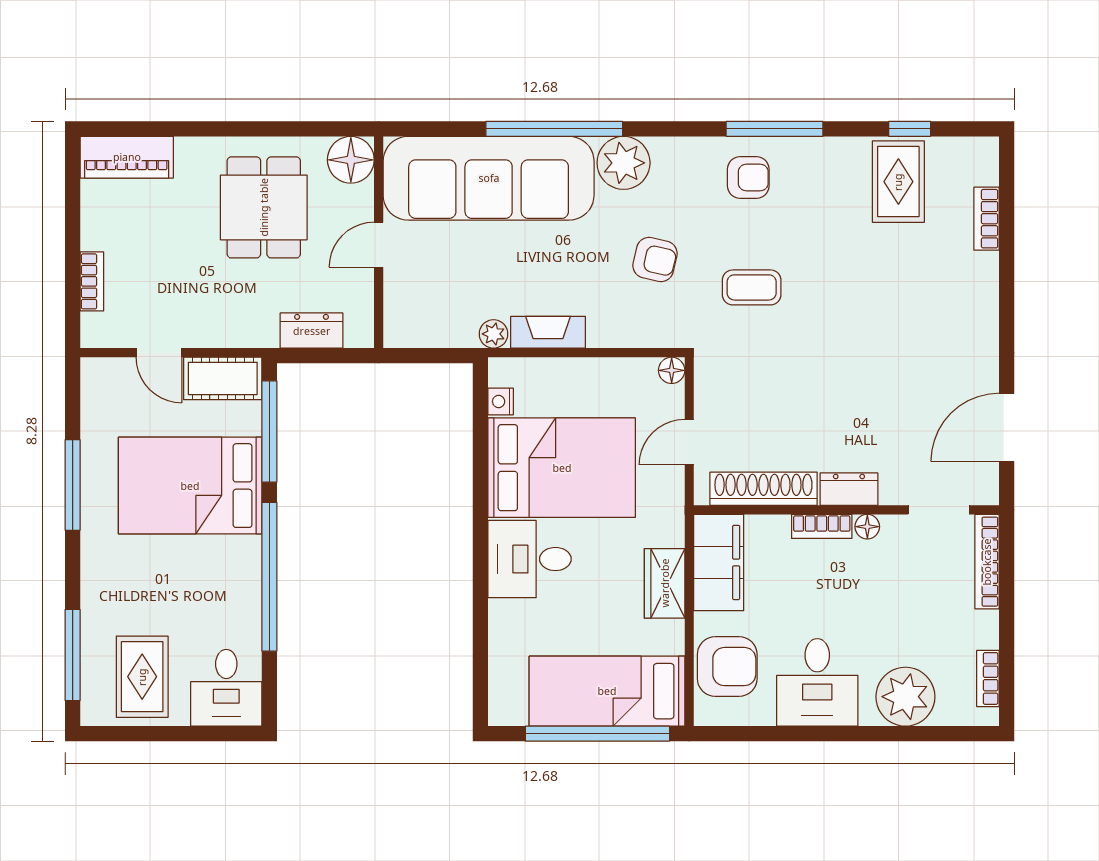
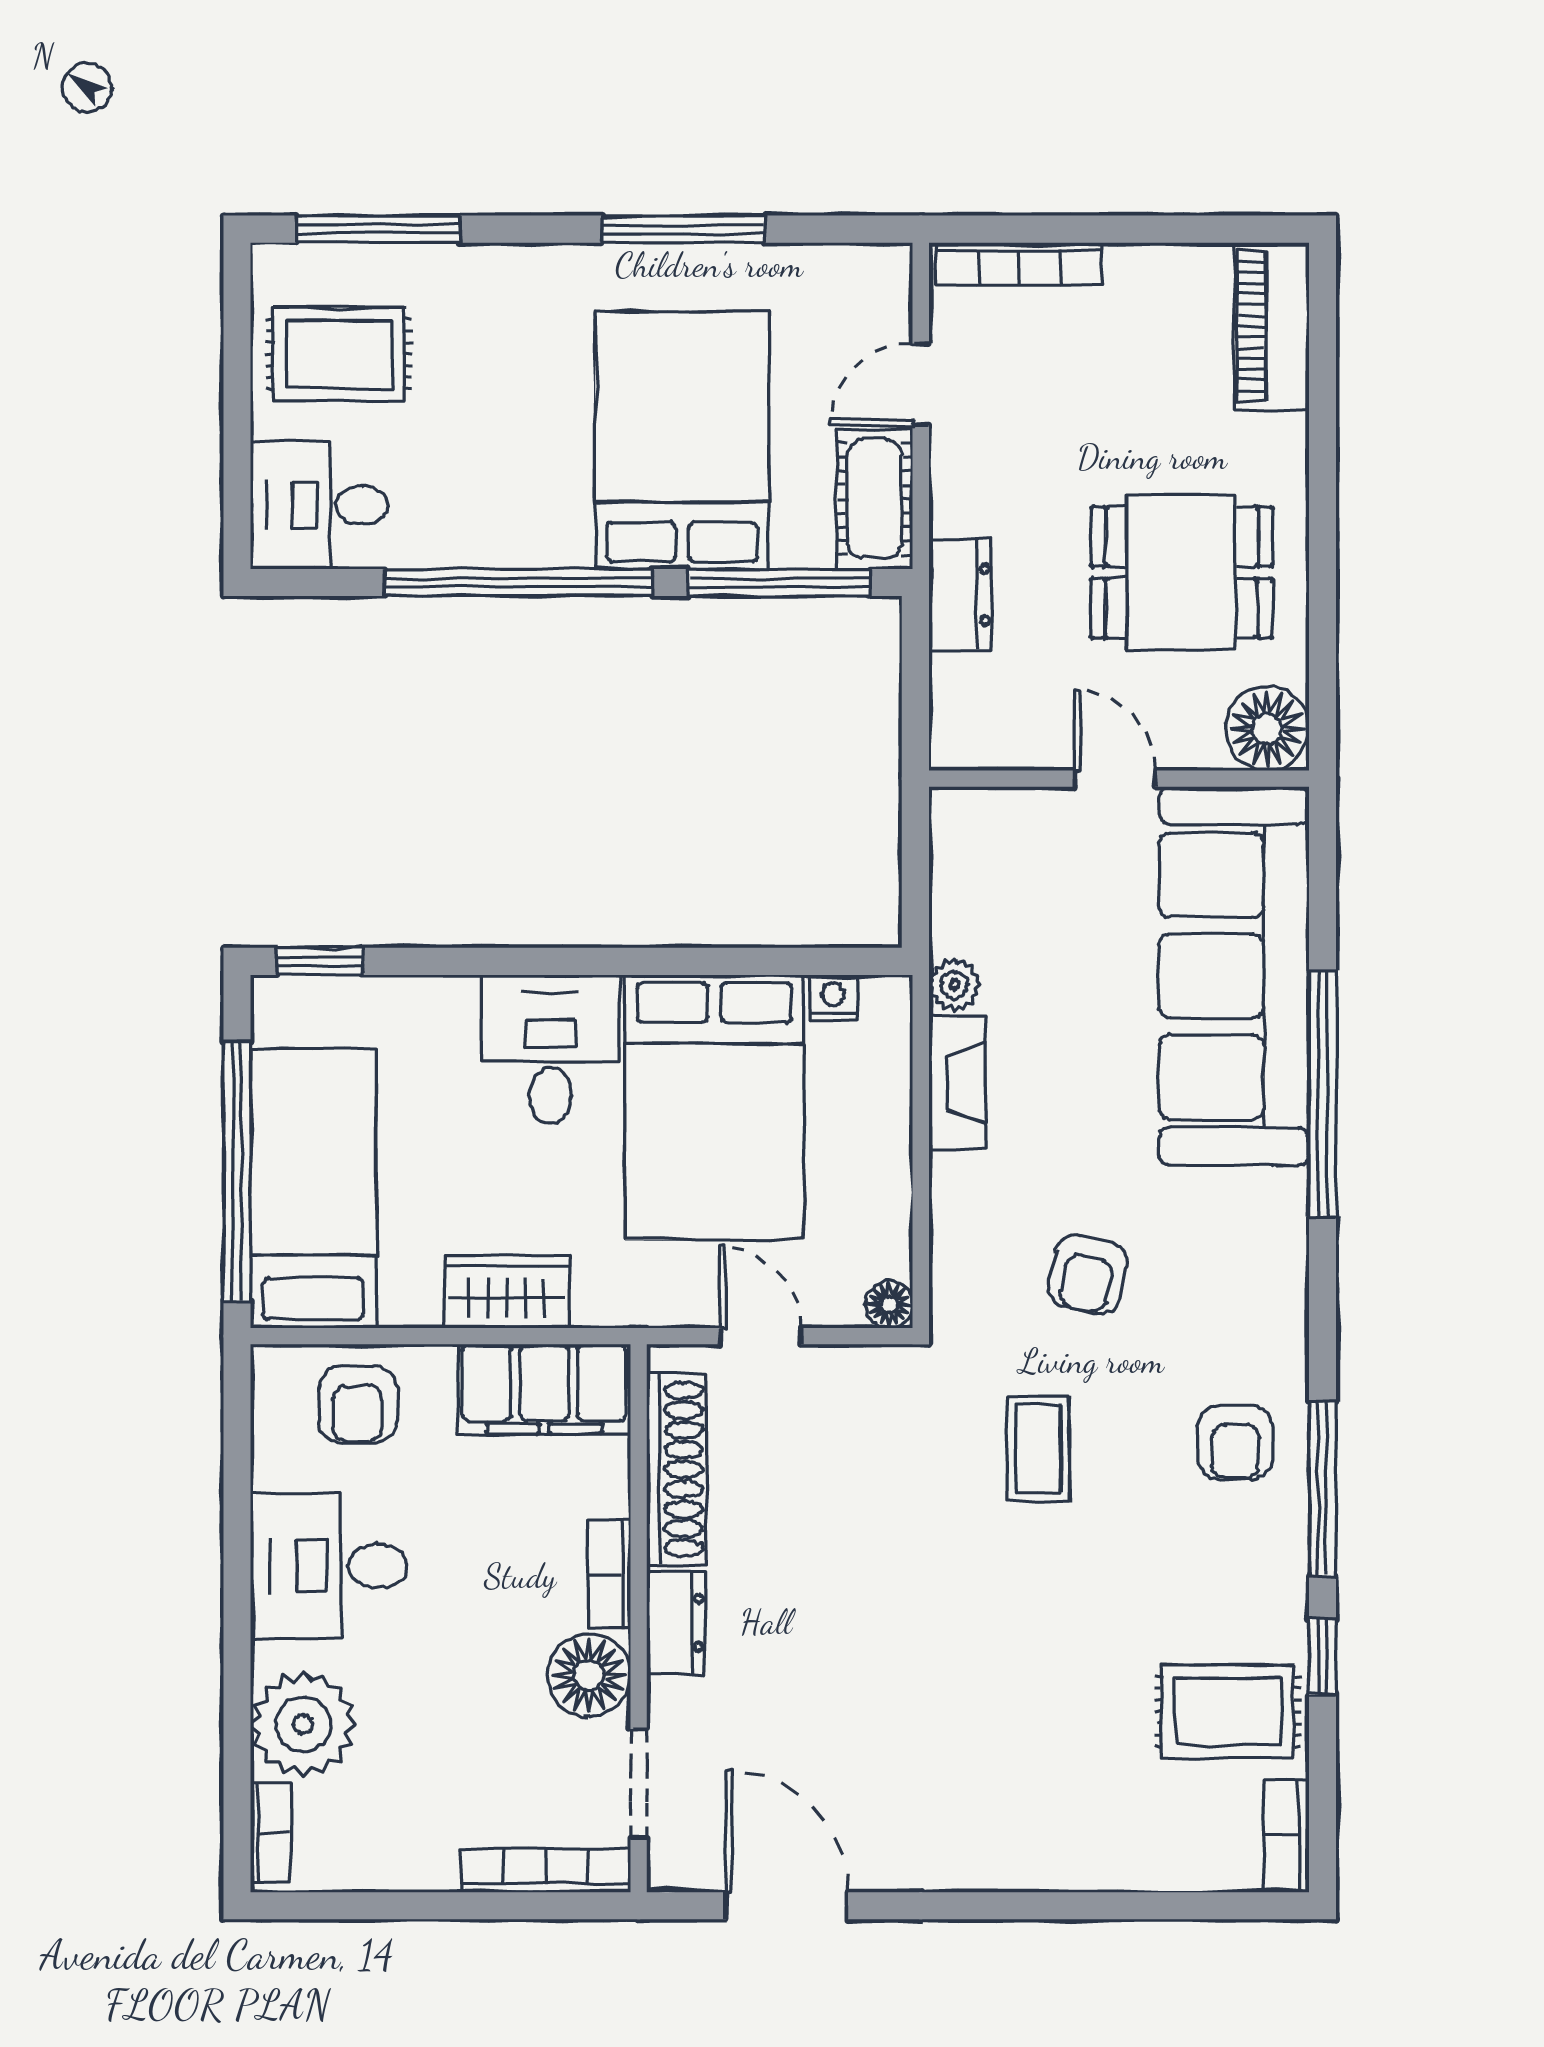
window: (910, 129) -> (1322, 1657), moved
plant: (624, 163) -> (1261, 1218), removed
bookcase: (987, 219) -> (1286, 1836), moved, turned -90
bookcase: (92, 281) -> (1019, 264), width x1.56
dresser: (312, 331) -> (960, 595), moved
floor lamp: (867, 527) -> (589, 1675), width x1.89, depth x1.89
armchair: (727, 667) -> (357, 1404), width x0.72, depth x0.72
bookcase: (988, 678) -> (271, 1833), moved, turned 90
window: (480, 688) -> (319, 961), added

